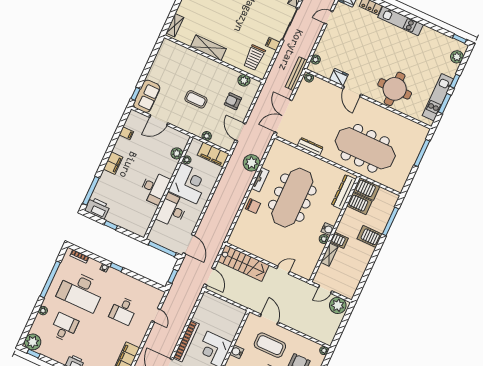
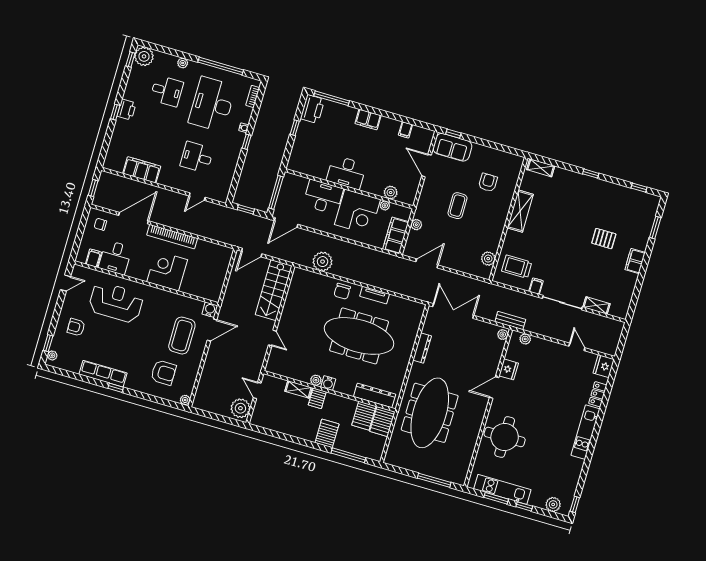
bench: (296, 74) -> (510, 321), width x0.73
armchair: (233, 101) -> (488, 182), moved
plant: (251, 163) -> (323, 262), moved
water cooler: (237, 352) -> (210, 310), moved

